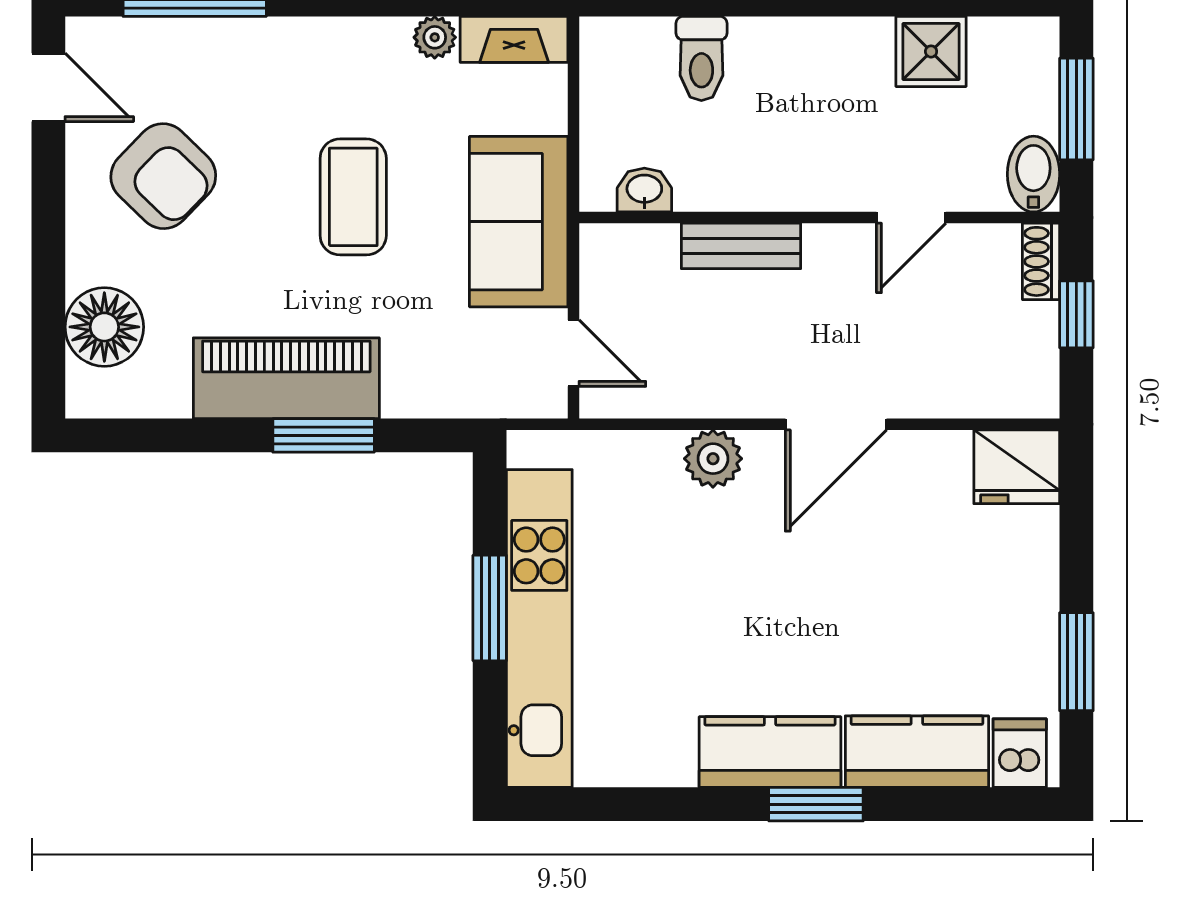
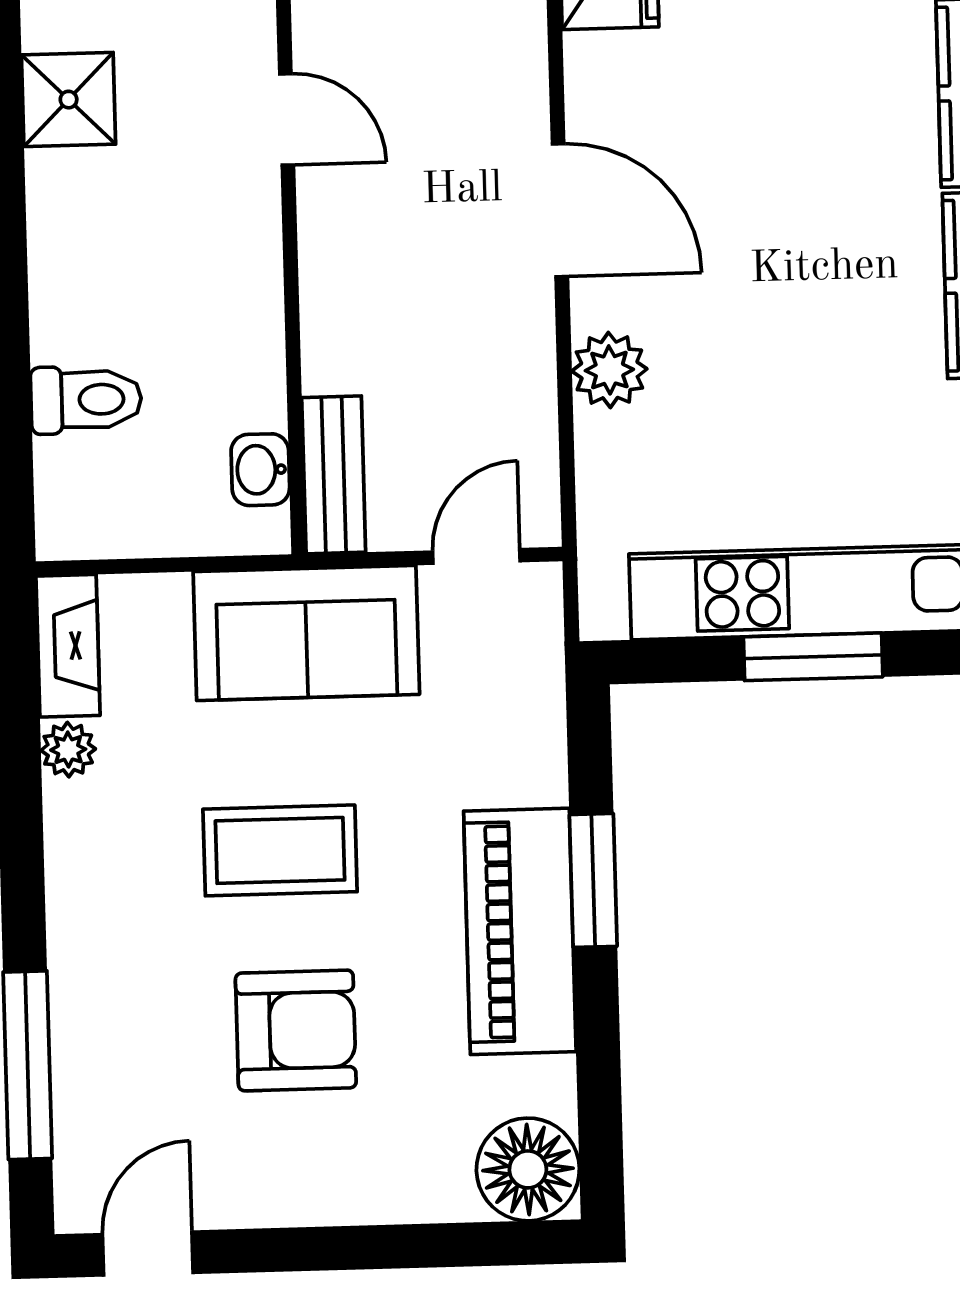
armchair: (163, 176) -> (296, 1030), moved, turned 46
bench: (741, 246) -> (334, 475), moved
floor lamp: (104, 327) -> (528, 1169), moved

